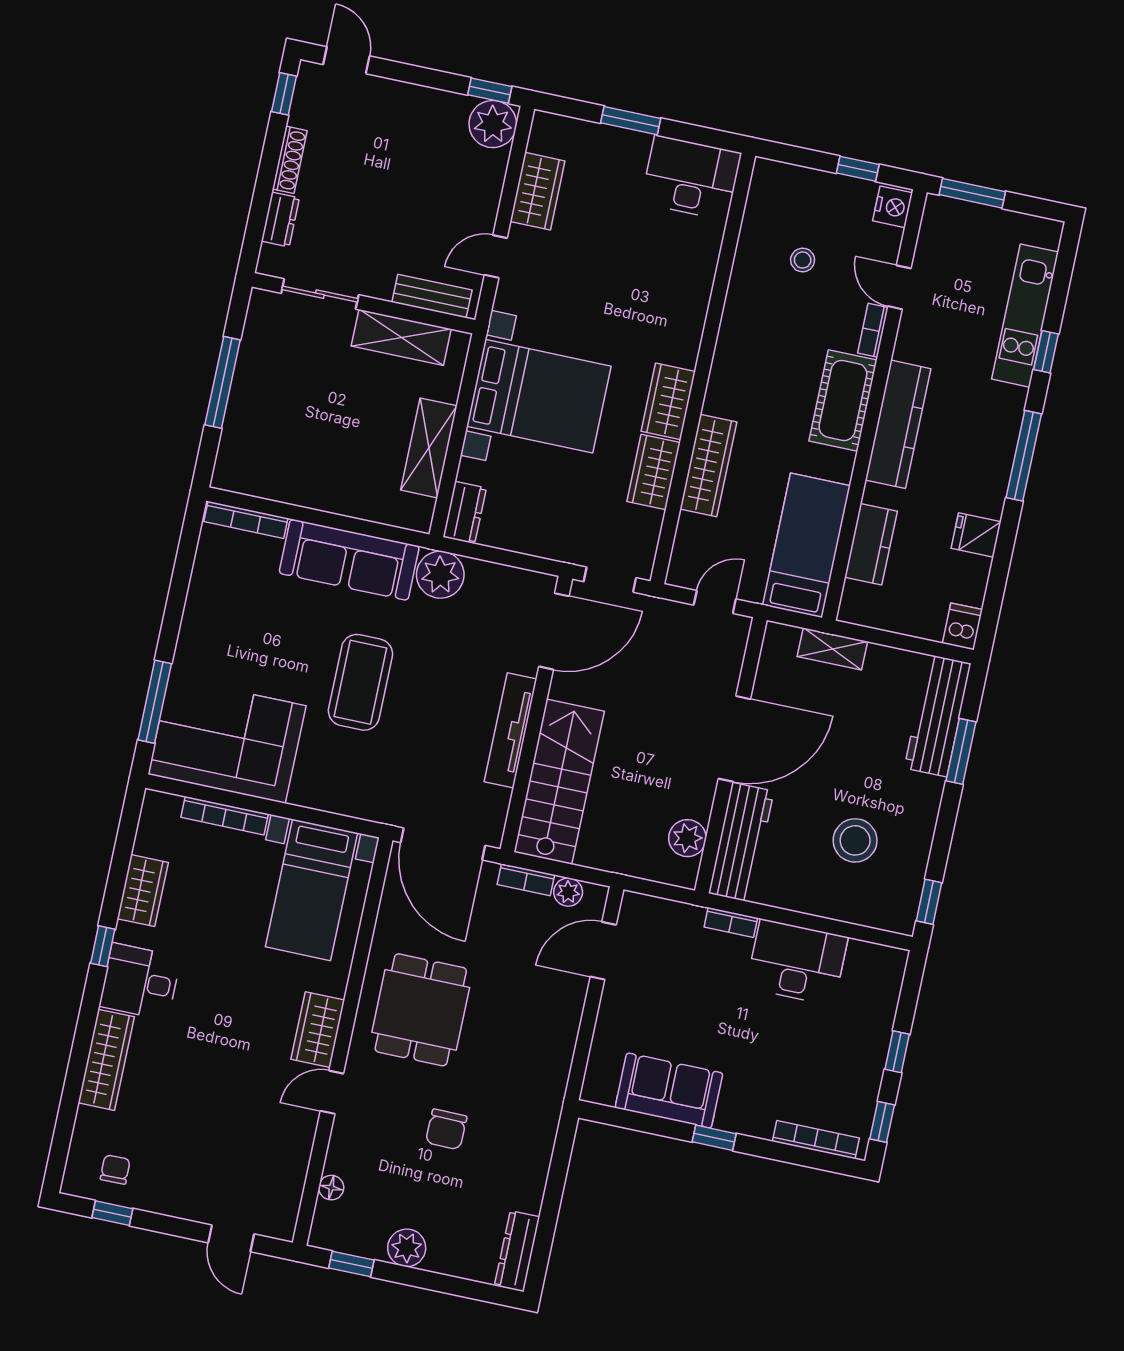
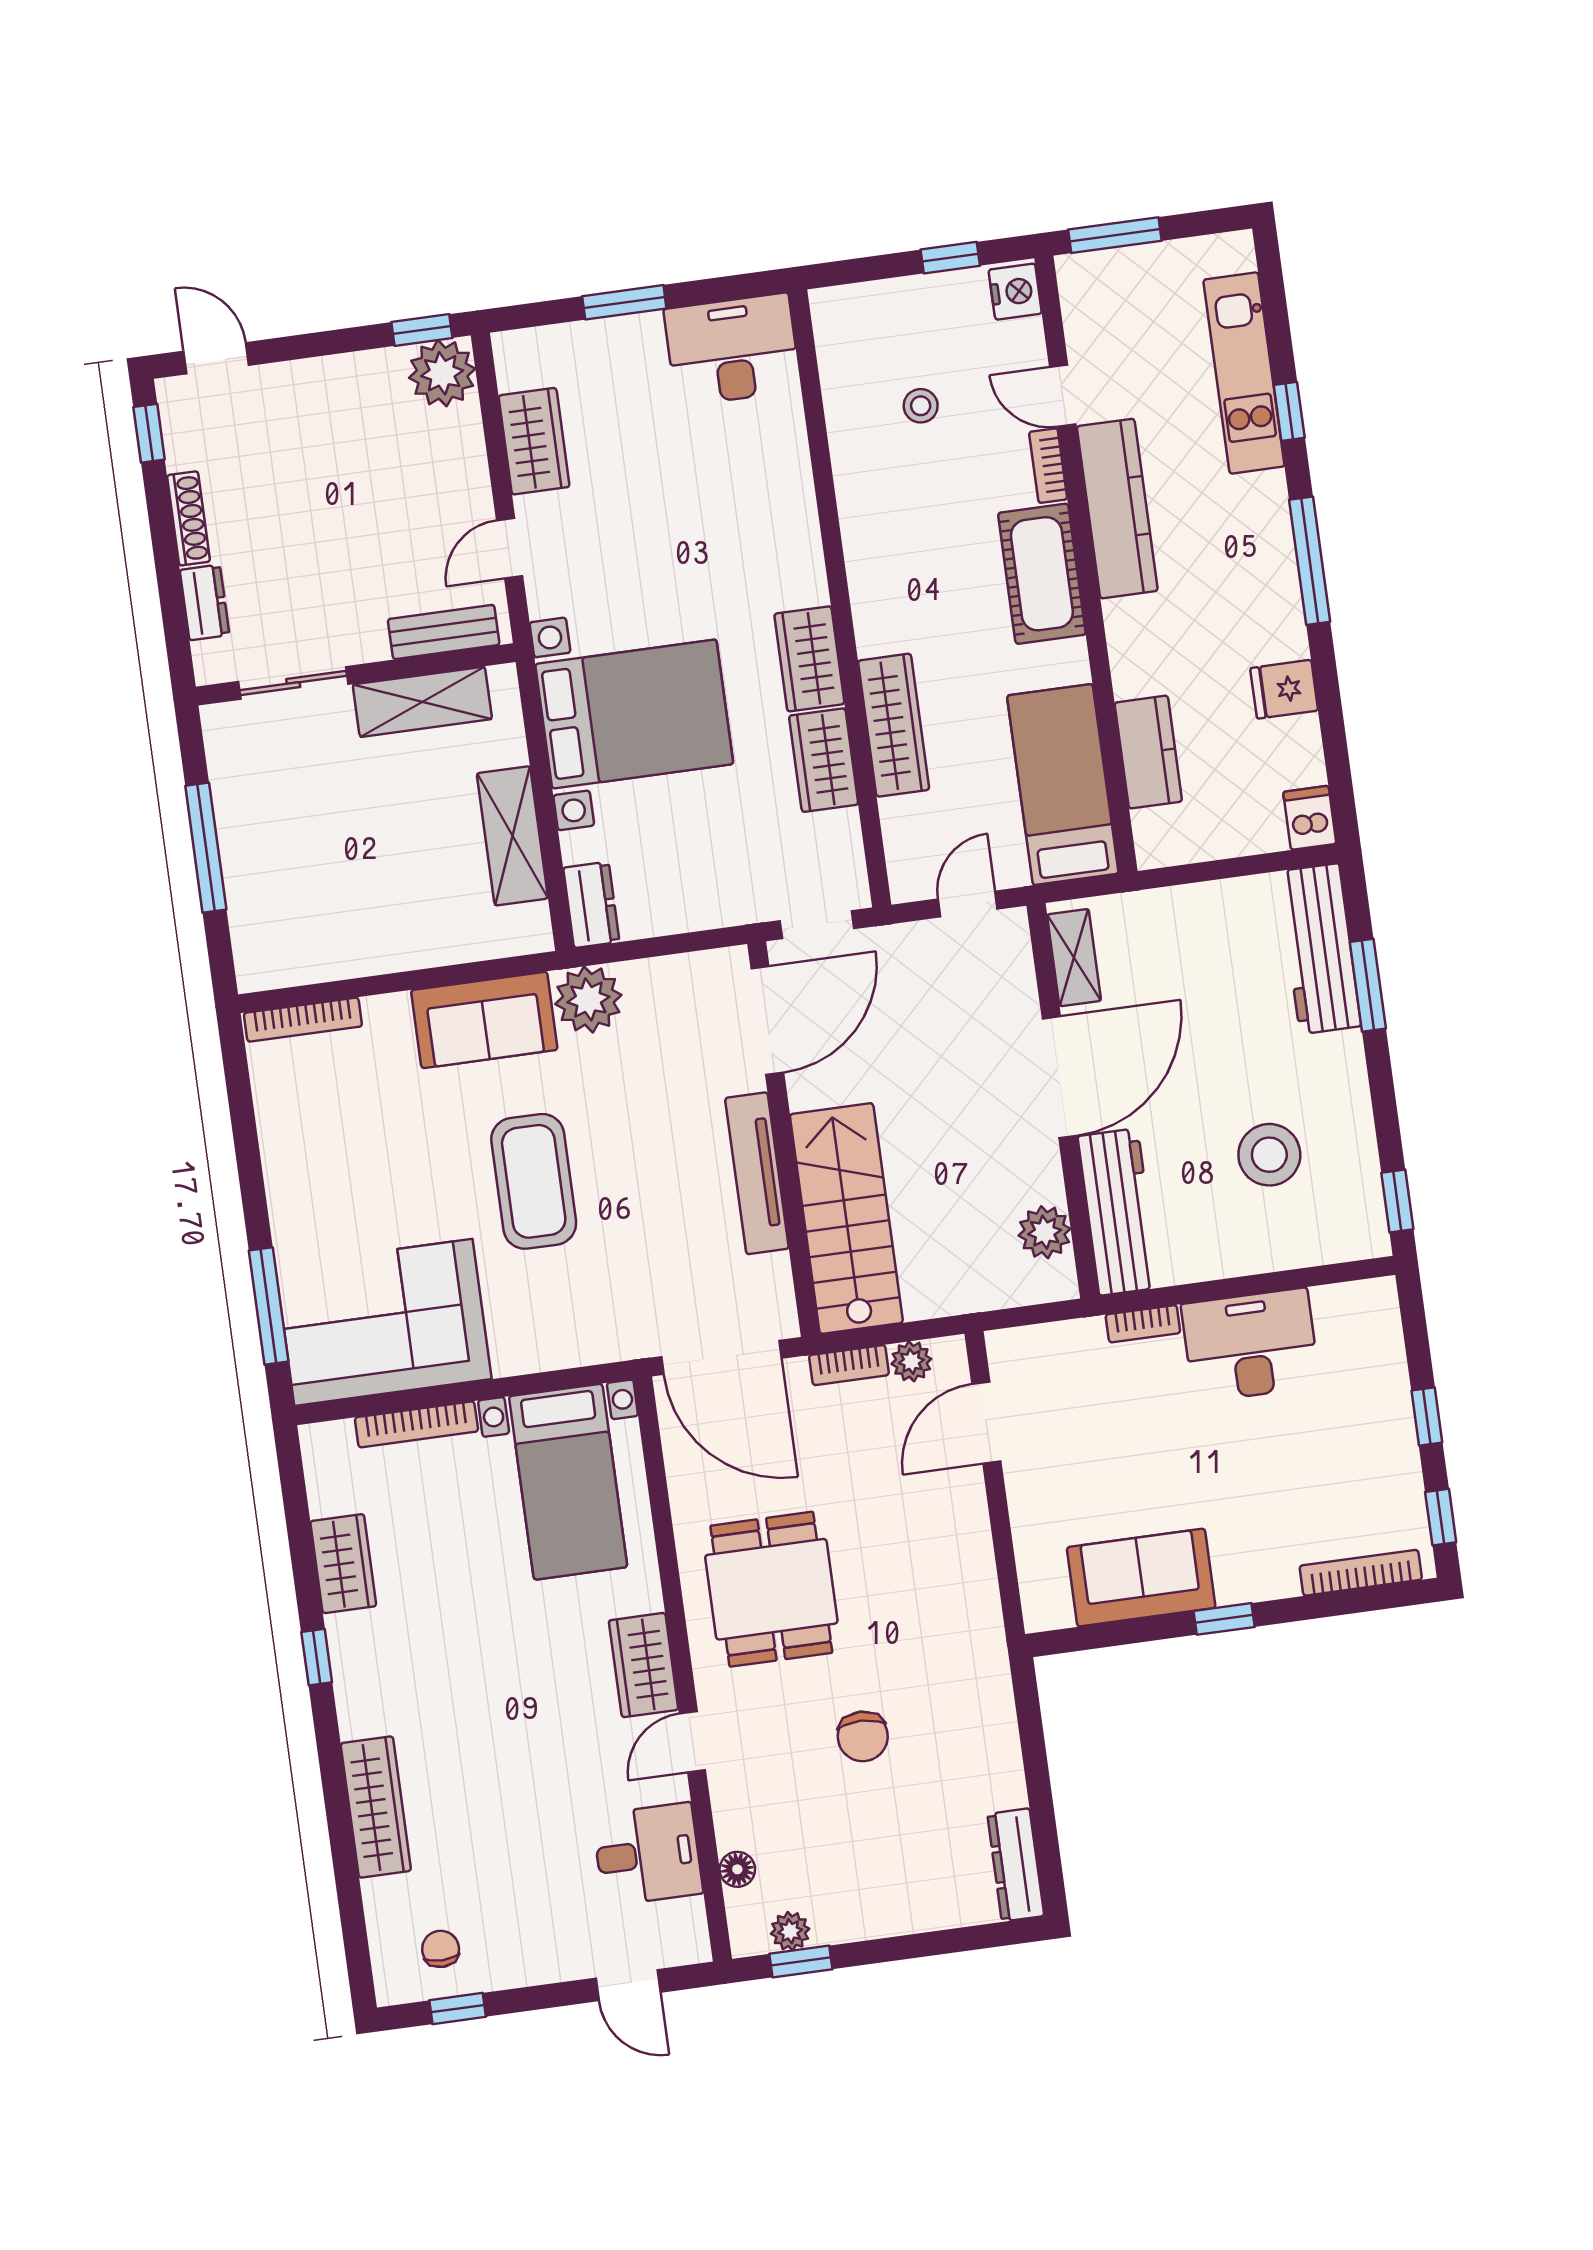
kitchen counter: (898, 424) -> (1117, 509), moved
sofa: (349, 560) -> (484, 1020), width x0.73
shelving: (832, 649) -> (1074, 958), moved, turned 90
desk: (140, 982) -> (648, 1854), moved, turned 180
plant: (407, 1248) -> (790, 1931), moved, width x0.73, depth x0.73

